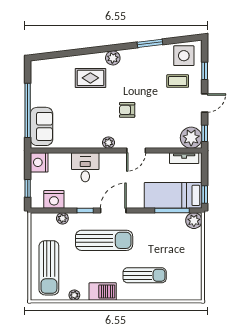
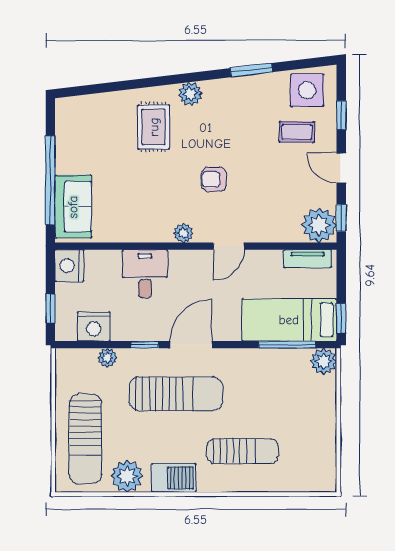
rug: (90, 78) -> (154, 127), turned 90
door: (205, 103) -> (341, 168), swing flipped
plant: (74, 295) -> (127, 476), width x1.88, depth x1.88

